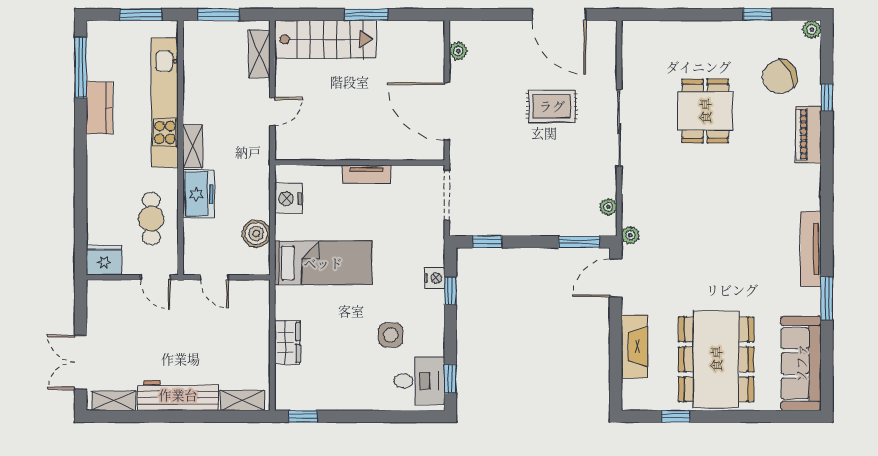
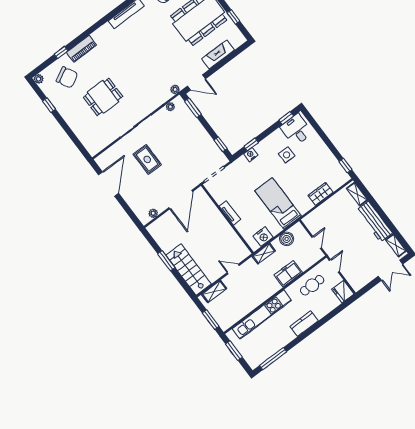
kitchen counter: (99, 108) -> (304, 324), moved
shelving: (193, 146) -> (264, 254), moved

